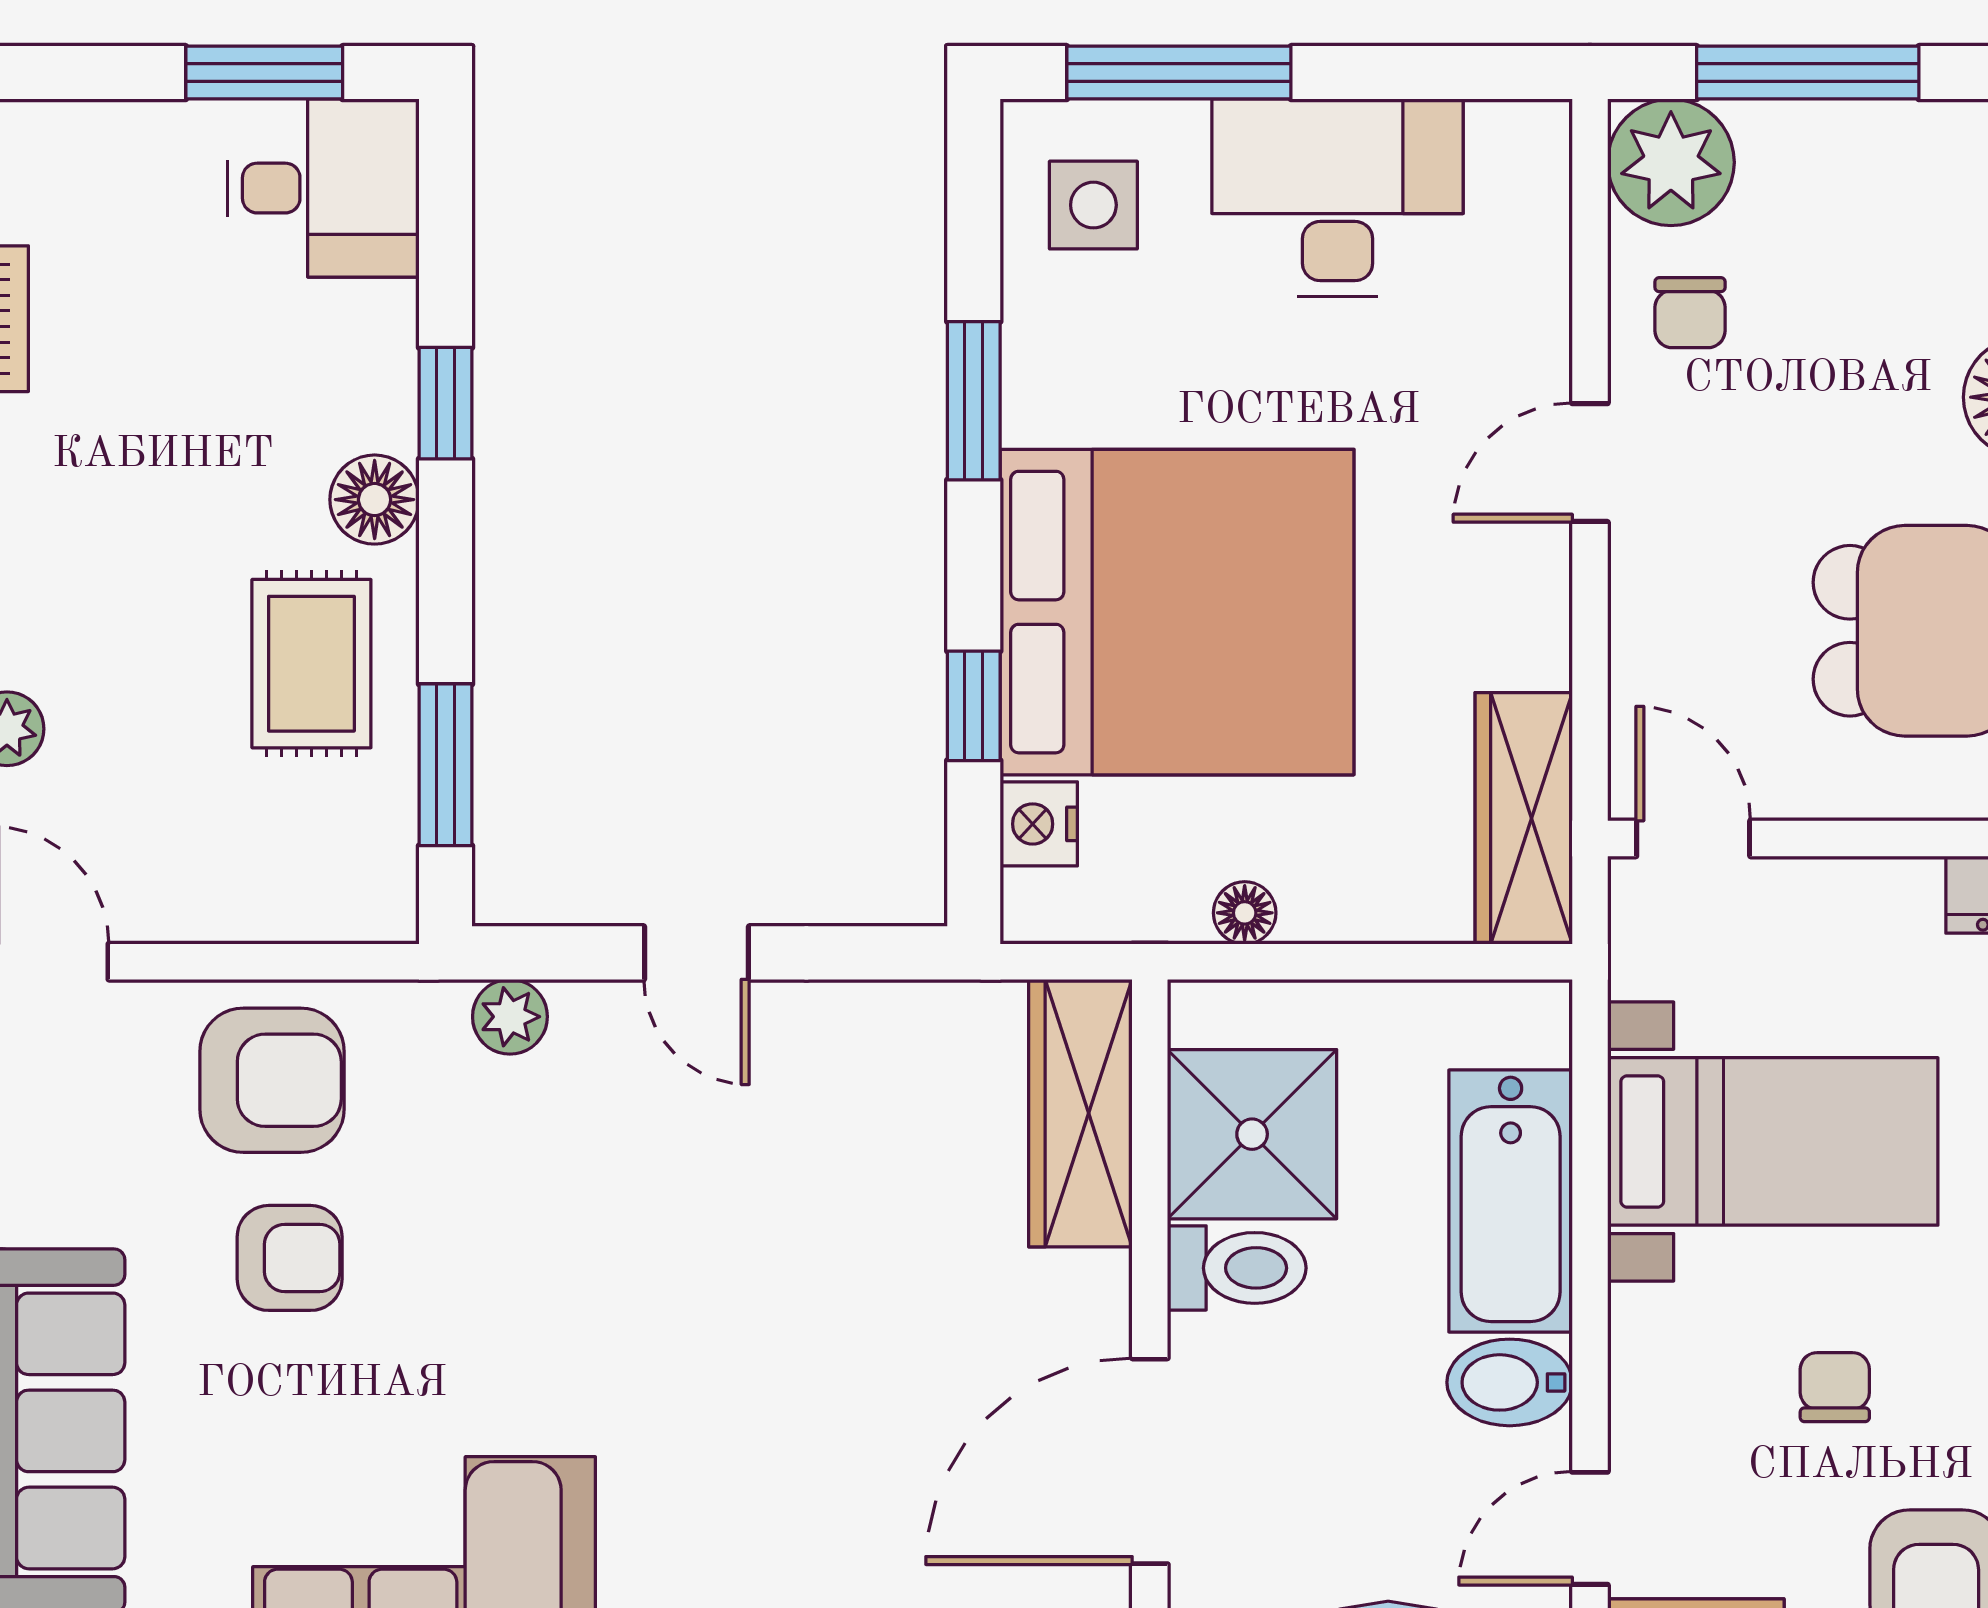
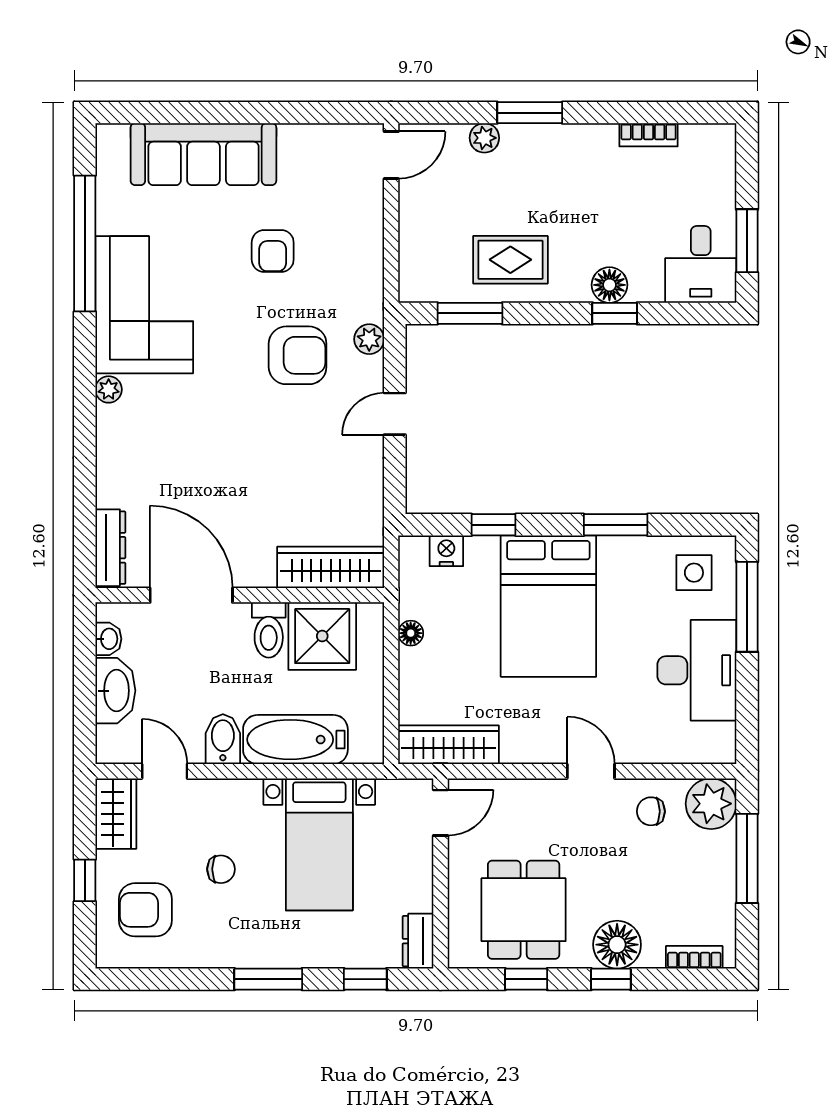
floor lamp: (375, 500) -> (609, 285), moved
bed: (1177, 612) -> (548, 606), width x0.73
armchair: (272, 1080) -> (298, 355), moved, turned -90

